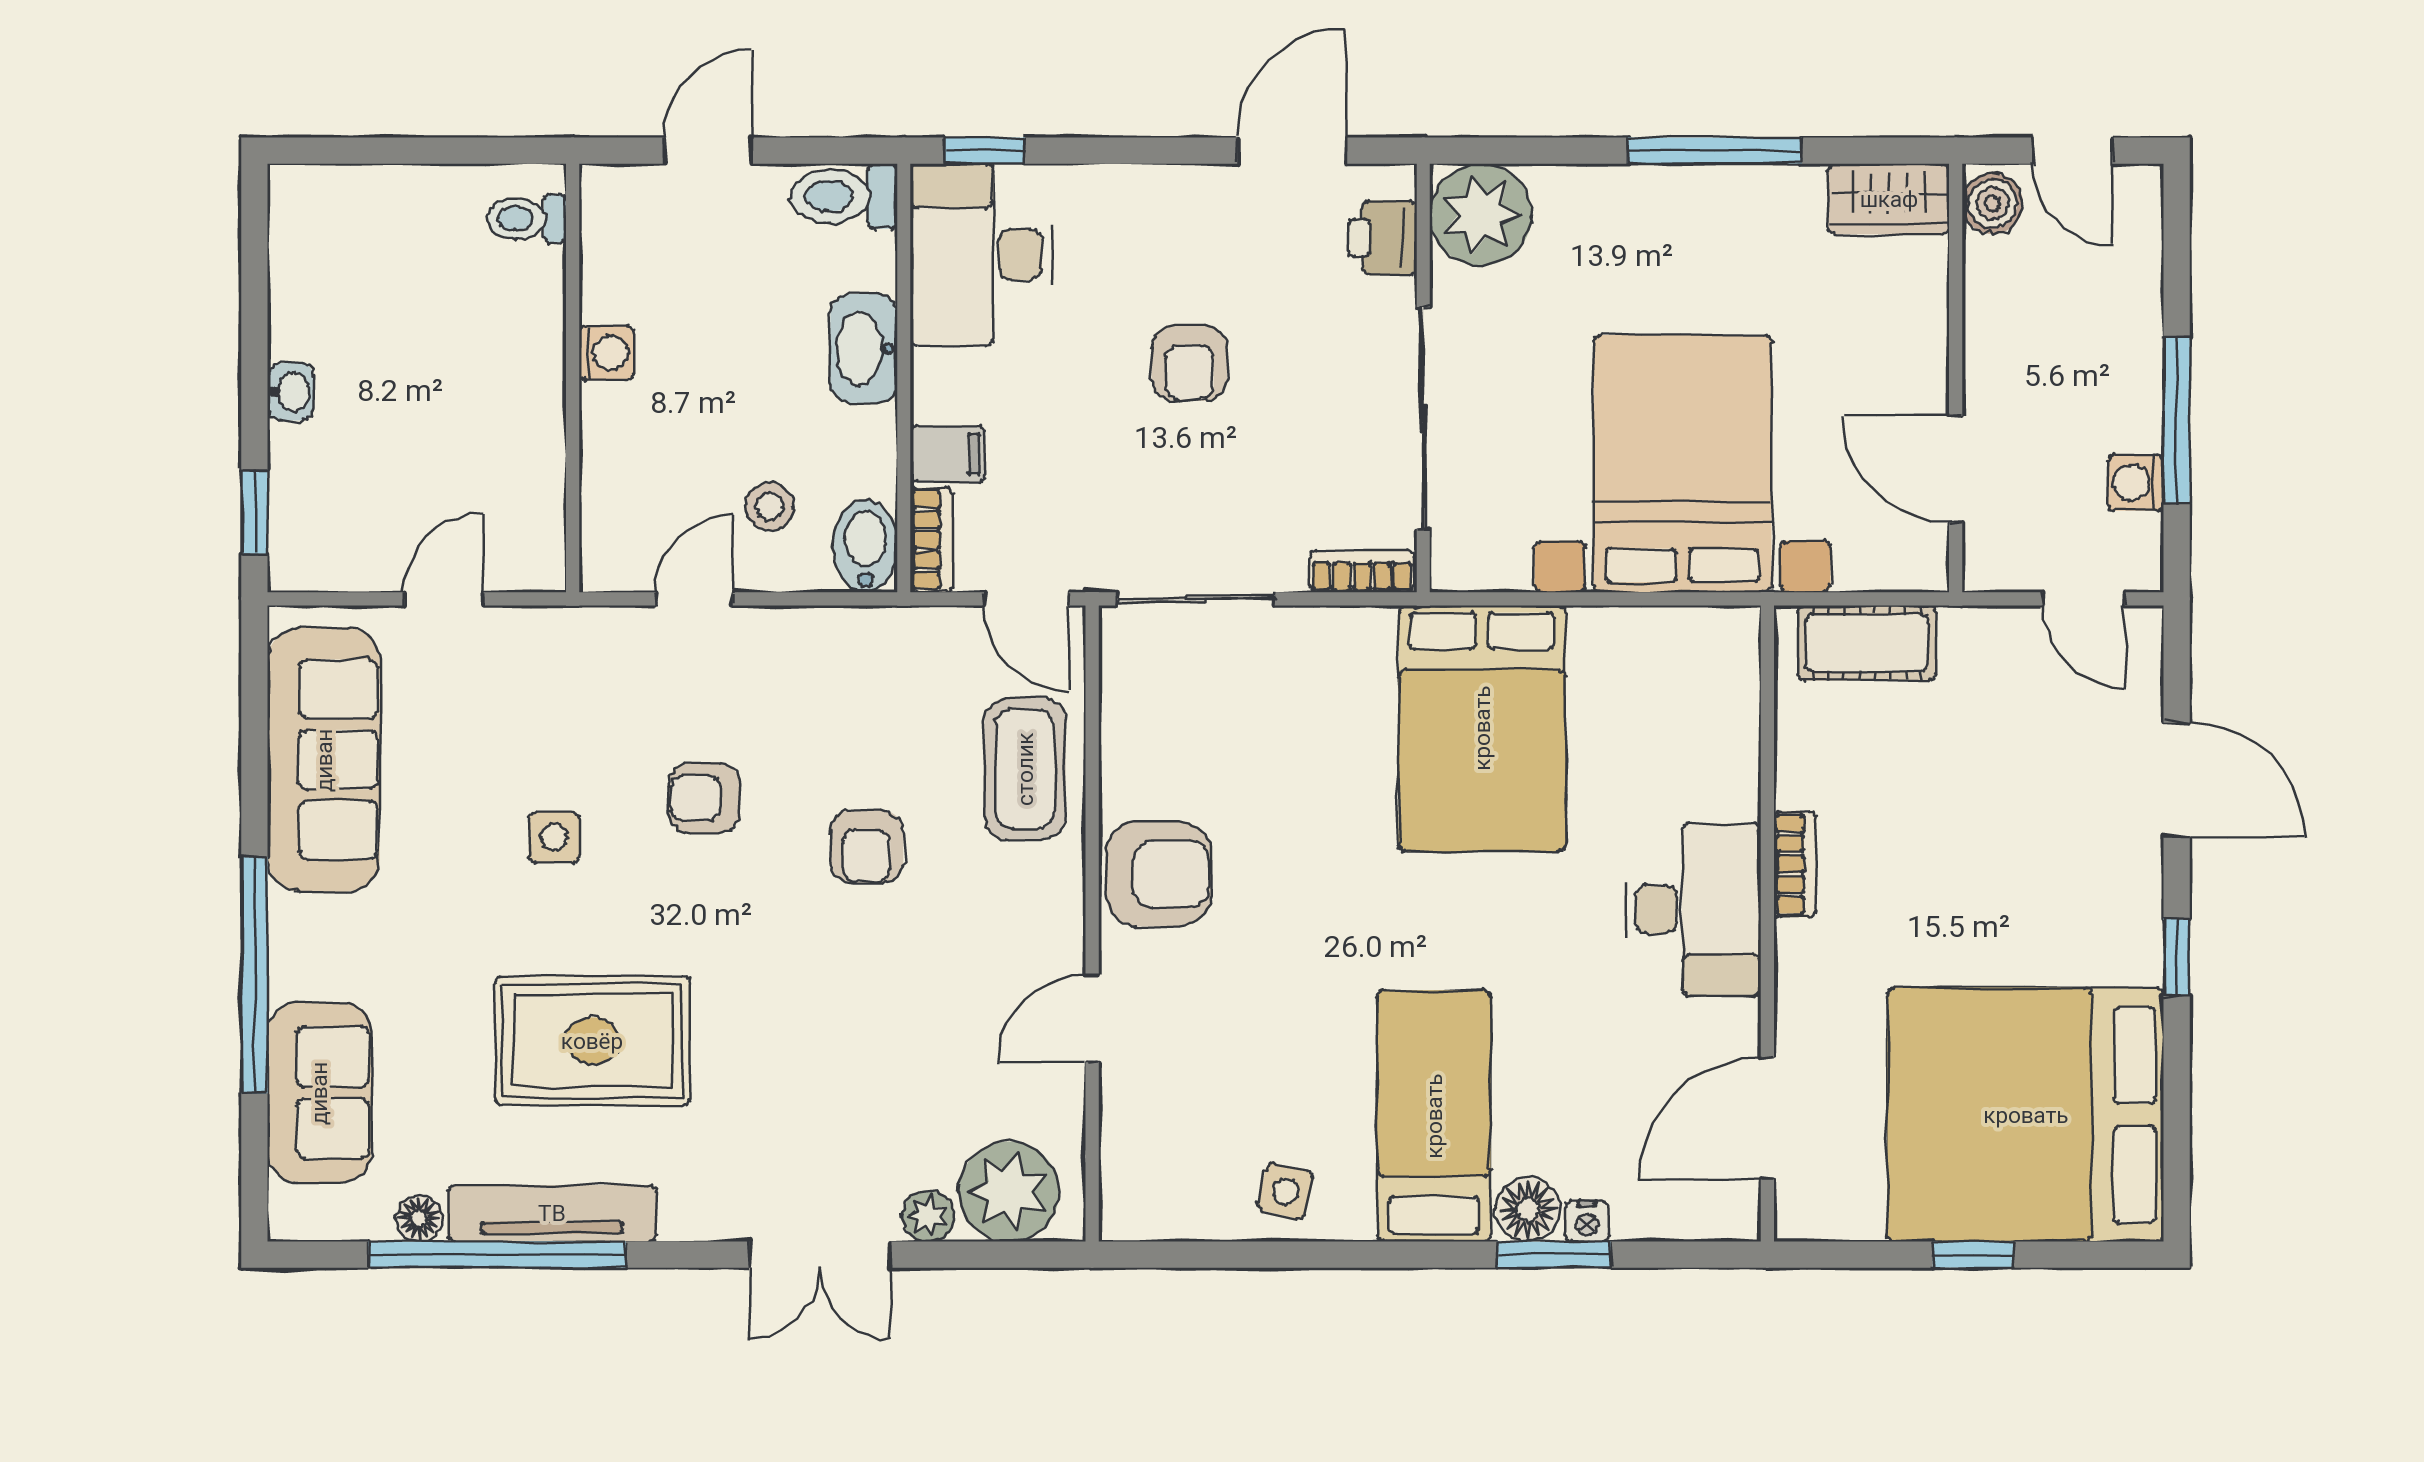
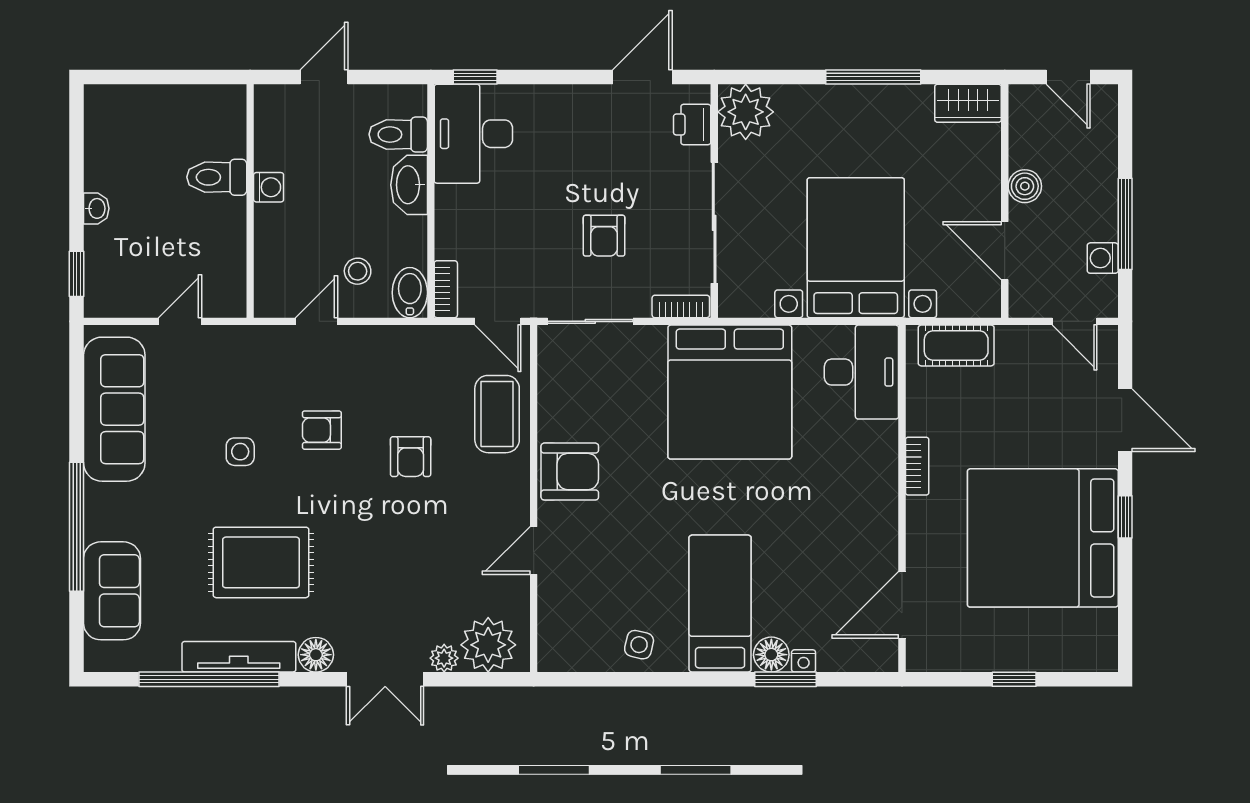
toilet: (844, 196) -> (398, 134), moved
boiler: (1993, 204) -> (1025, 186), moved
toilet: (527, 218) -> (217, 177), moved, width x1.37, depth x1.39
armchair: (1189, 363) -> (604, 236), moved
filing cabinet: (948, 454) -> (455, 242), removed
bed: (1482, 728) -> (730, 392), width x1.36
desk: (1693, 909) -> (861, 372), moved
bed: (2026, 1115) -> (1043, 538), moved
floor lamp: (419, 1218) -> (316, 655), moved, width x1.37, depth x1.37

